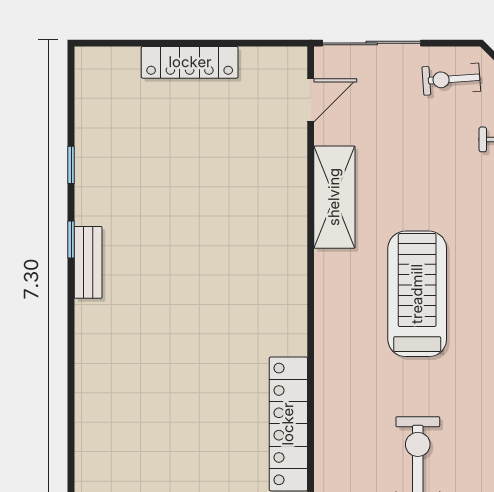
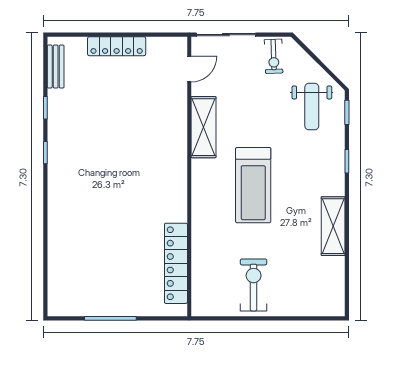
exercise bike: (451, 79) -> (274, 56), turned -88
bench: (88, 262) -> (56, 67), moved
treadmill: (417, 294) -> (253, 185), turned 180

